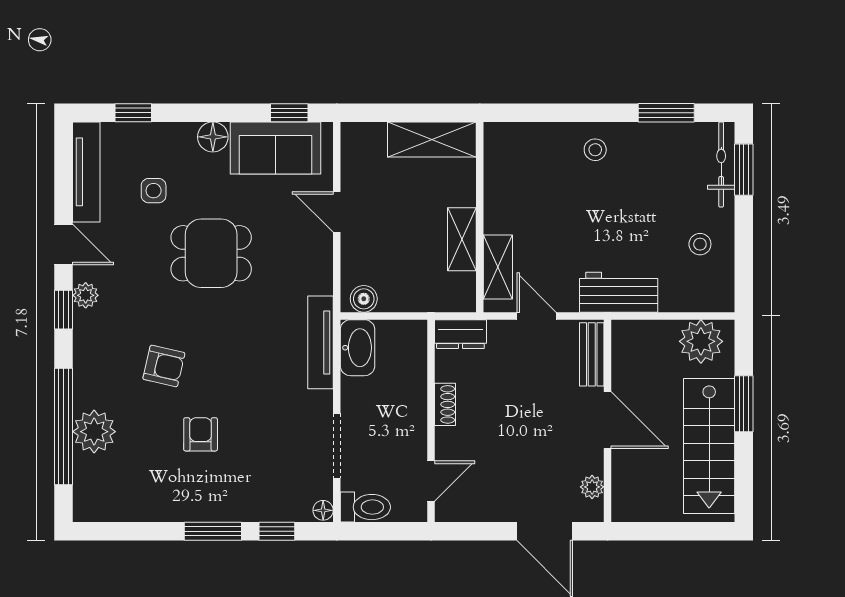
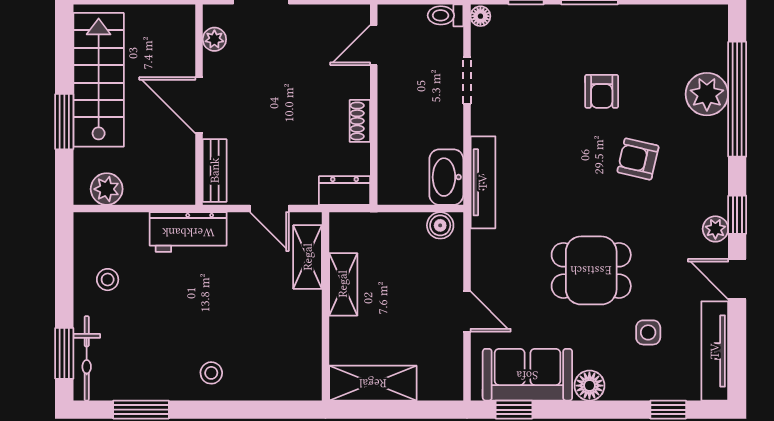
plant: (701, 341) -> (107, 189), width x0.73, depth x0.73
doorway: (337, 446) -> (467, 80), width x0.73
toilet: (365, 507) -> (446, 15), width x0.73, depth x0.72

